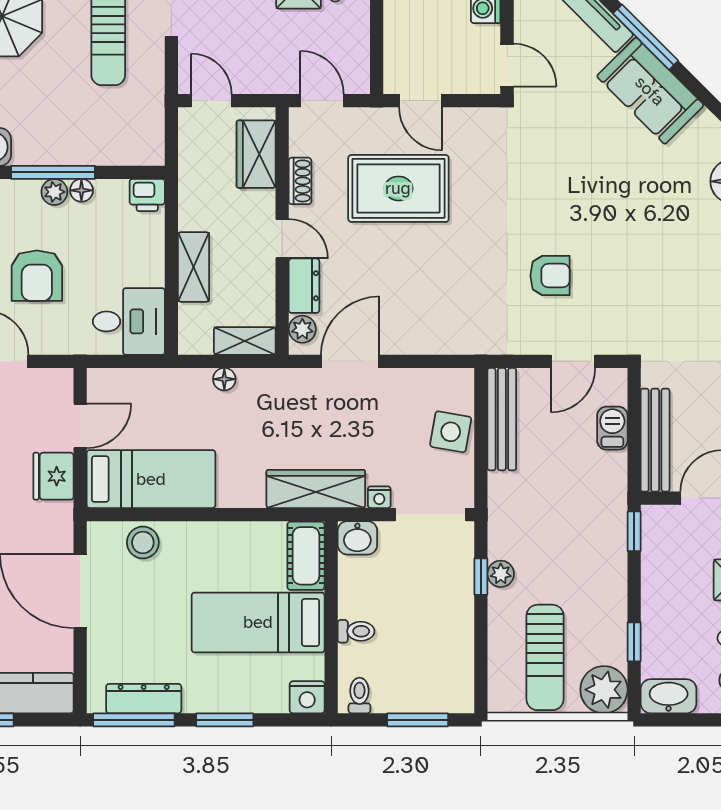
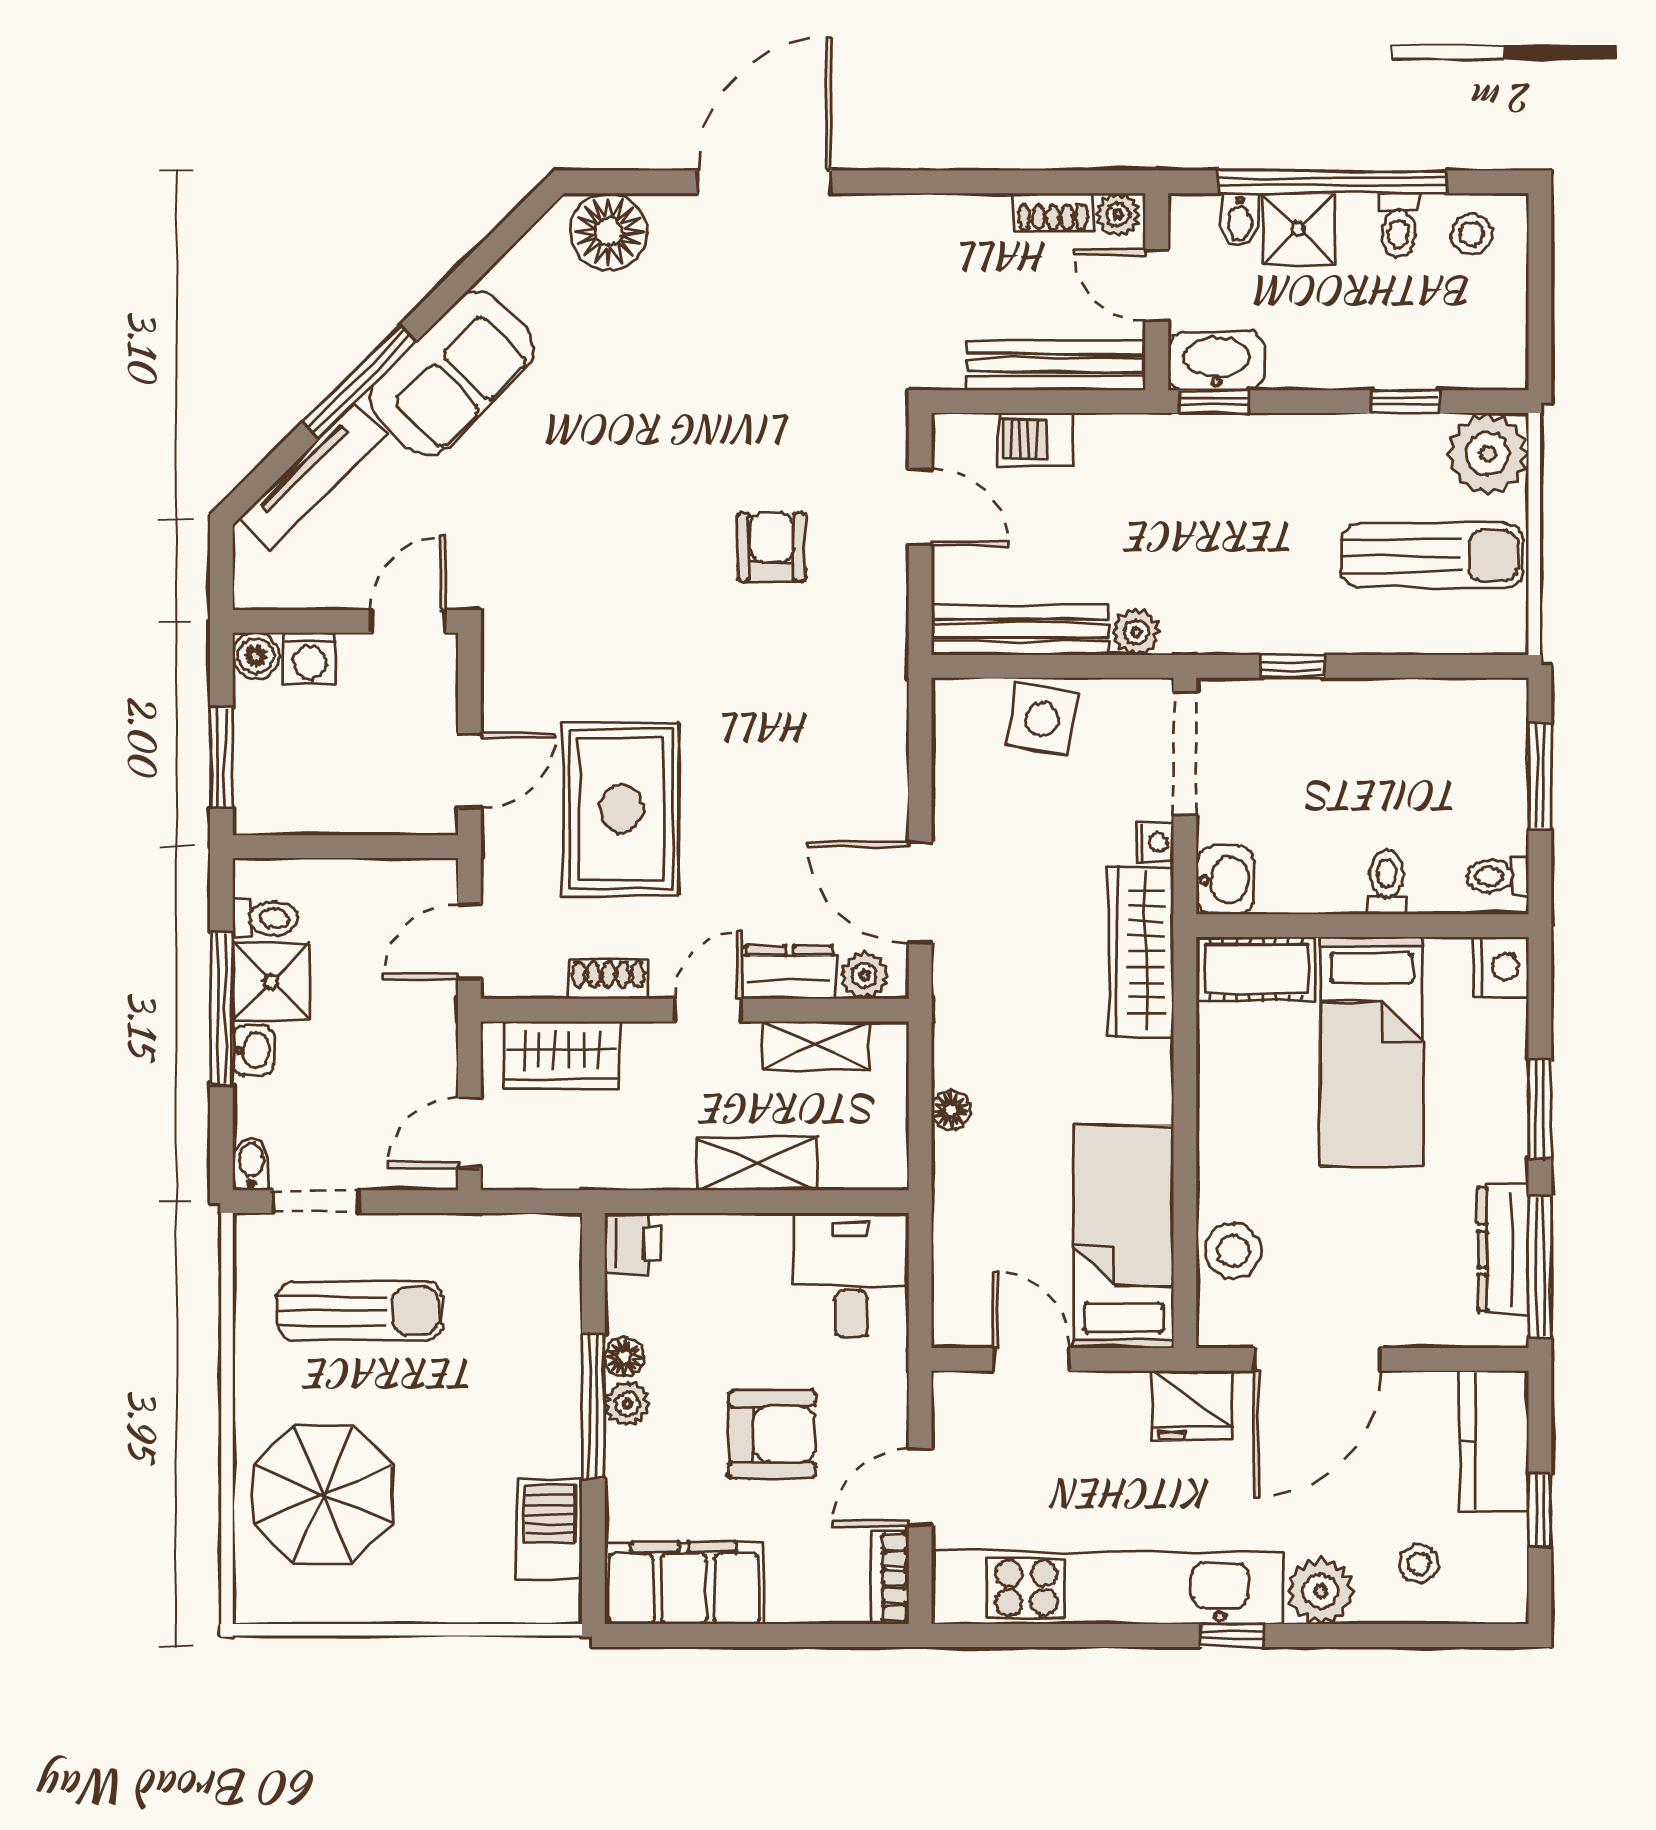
shelving: (245, 341) -> (816, 1045), moved, turned 90
fridge: (53, 476) -> (1193, 1406), moved
plant: (501, 574) -> (1136, 632), moved
washbasin: (669, 696) -> (1216, 361), moved, turned 90

